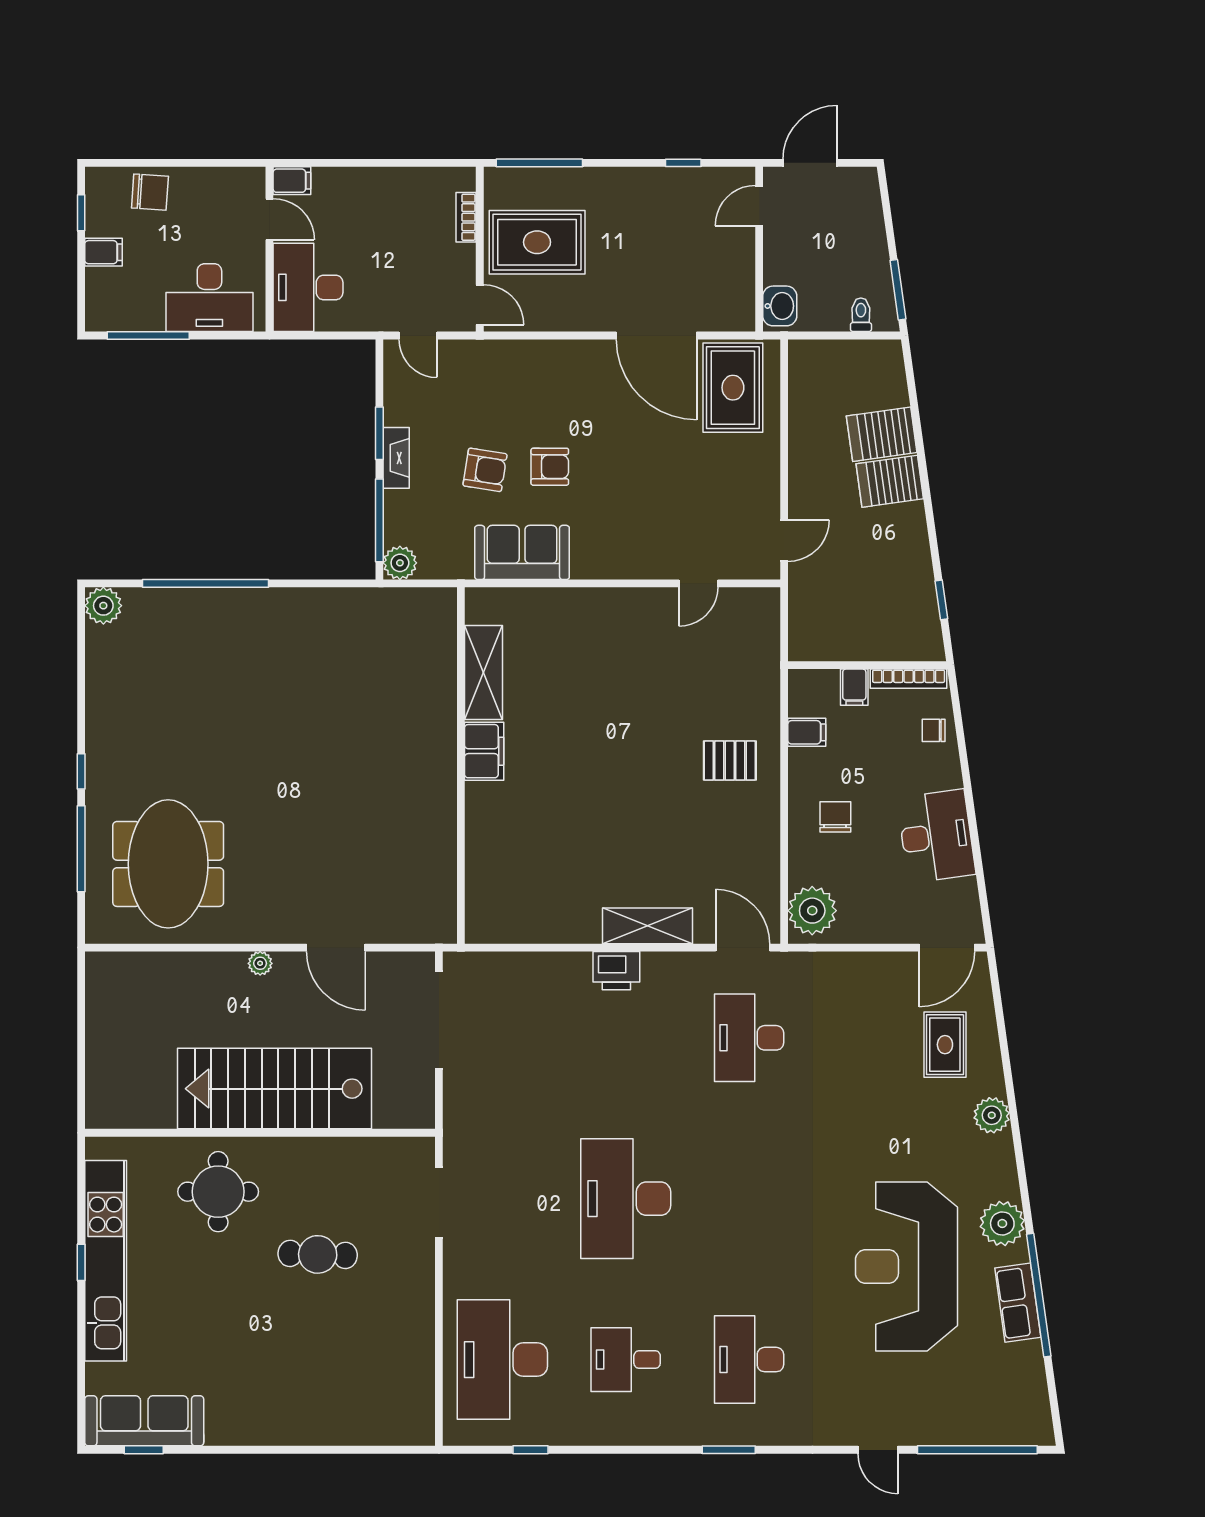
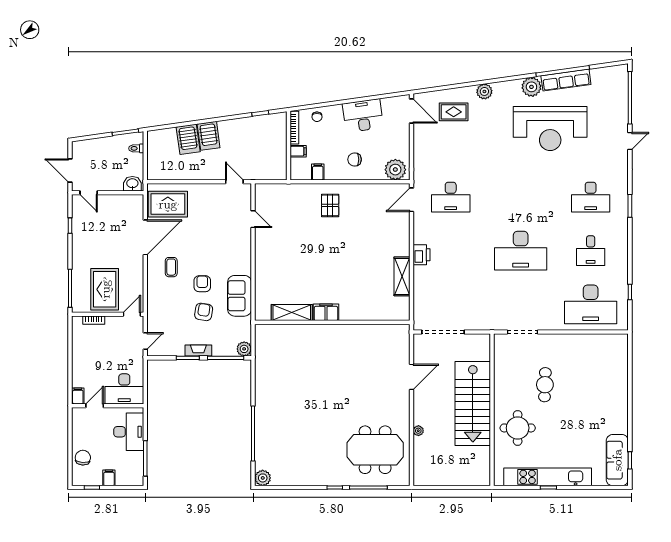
coffee table: (588, 395) -> (171, 267), added
shelving: (647, 926) -> (402, 276), moved
plant: (260, 963) -> (418, 431), moved
row of seats: (1018, 1303) -> (566, 80), width x1.48

